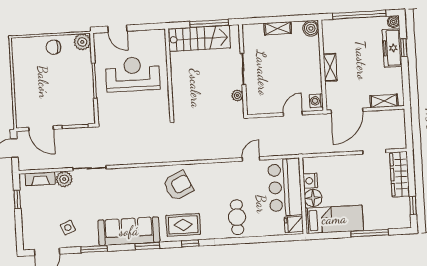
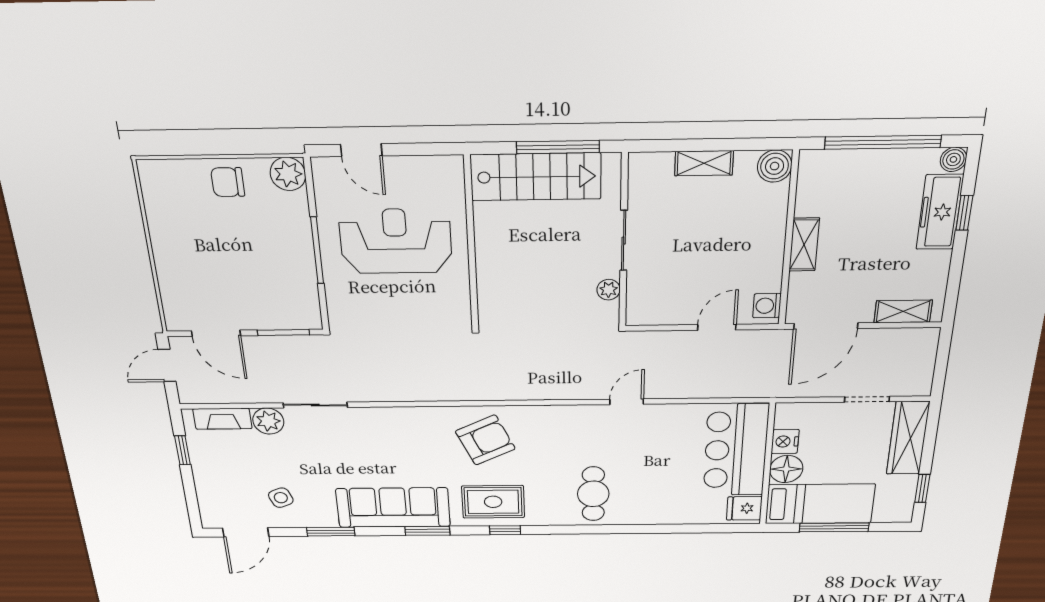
nightstand: (310, 181) -> (785, 442), moved
bar counter: (285, 187) -> (736, 450), moved
wall: (303, 196) -> (767, 465), moved
floor lamp: (313, 198) -> (786, 469), moved
bed: (334, 219) -> (820, 504), moved
fridge: (294, 224) -> (744, 508), moved

